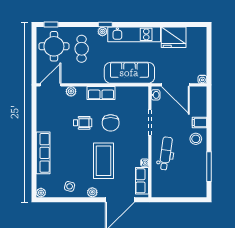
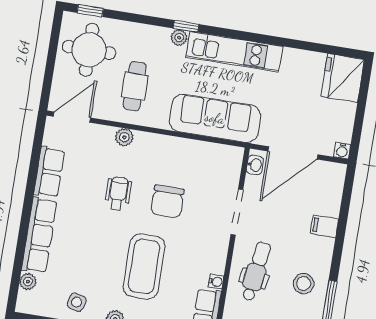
fridge: (174, 37) -> (343, 78), moved, turned 90
cafe table: (82, 49) -> (135, 86), moved
door: (175, 85) -> (293, 153), hinge flipped
plant: (71, 91) -> (124, 137), moved
row of seats: (101, 93) -> (49, 172), moved, turned -90
wheelchair: (83, 123) -> (118, 193), turned -90
stool: (196, 139) -> (304, 284), moved
plant: (41, 193) -> (28, 282), moved

